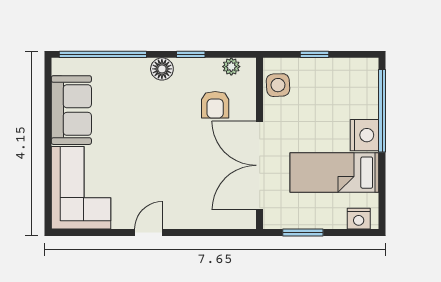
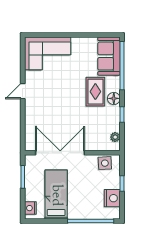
rug: (150, 102) -> (95, 92), added
armchair: (215, 105) -> (94, 128), removed
sofa: (71, 110) -> (109, 56), moved, turned 90
nightstand: (365, 135) -> (112, 198), moved, turned -90
door: (149, 232) -> (23, 91), swing flipped

